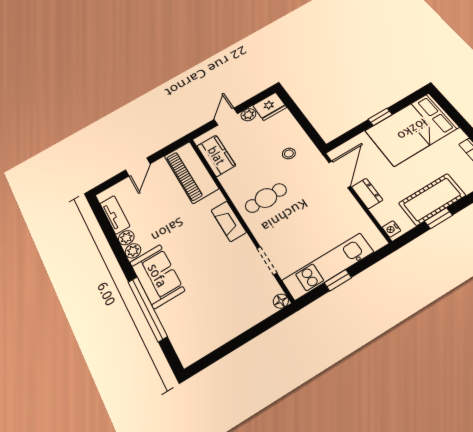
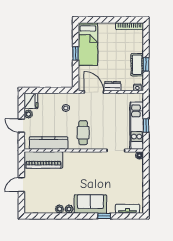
bed: (412, 129) -> (88, 44), width x0.67
kitchen counter: (216, 156) -> (49, 143), width x1.50
door: (138, 167) -> (21, 185), swing flipped
cot: (432, 199) -> (137, 65), width x0.73, depth x0.75
tv unit: (115, 215) -> (127, 209), moved
fireplace: (229, 221) -> (84, 157), removed
window: (147, 309) -> (104, 216), width x0.32

